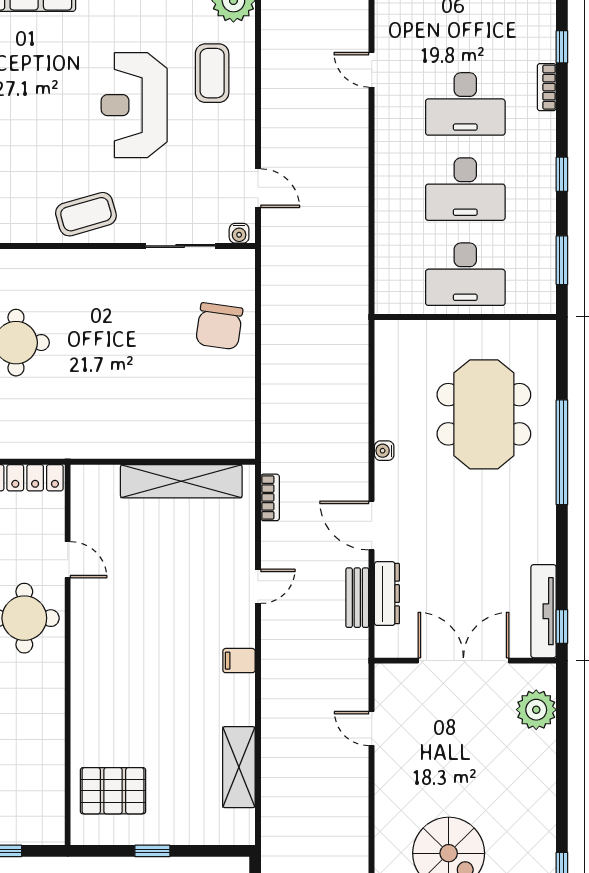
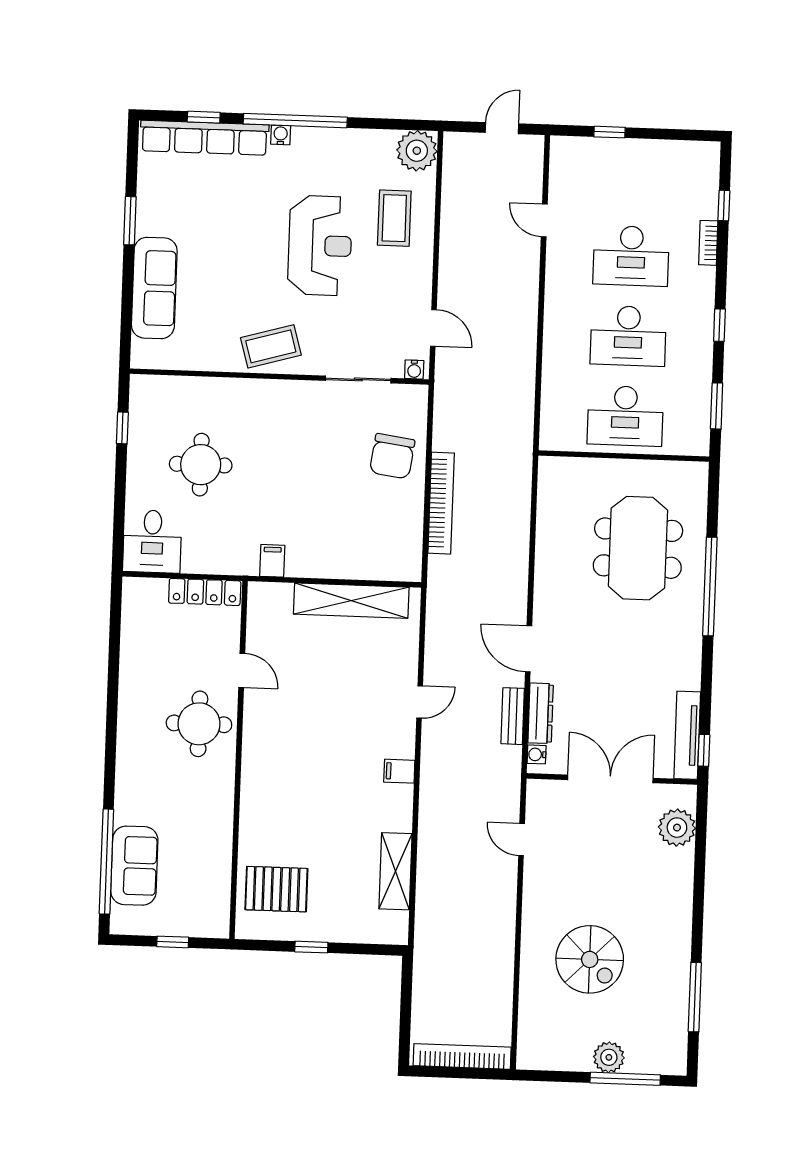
reception desk: (134, 105) -> (320, 246), turned 180
filing cabinet: (96, 442) -> (272, 561), added
water cooler: (384, 451) -> (537, 754), moved
bookcase: (270, 497) -> (441, 503), moved, width x2.31, depth x1.31

